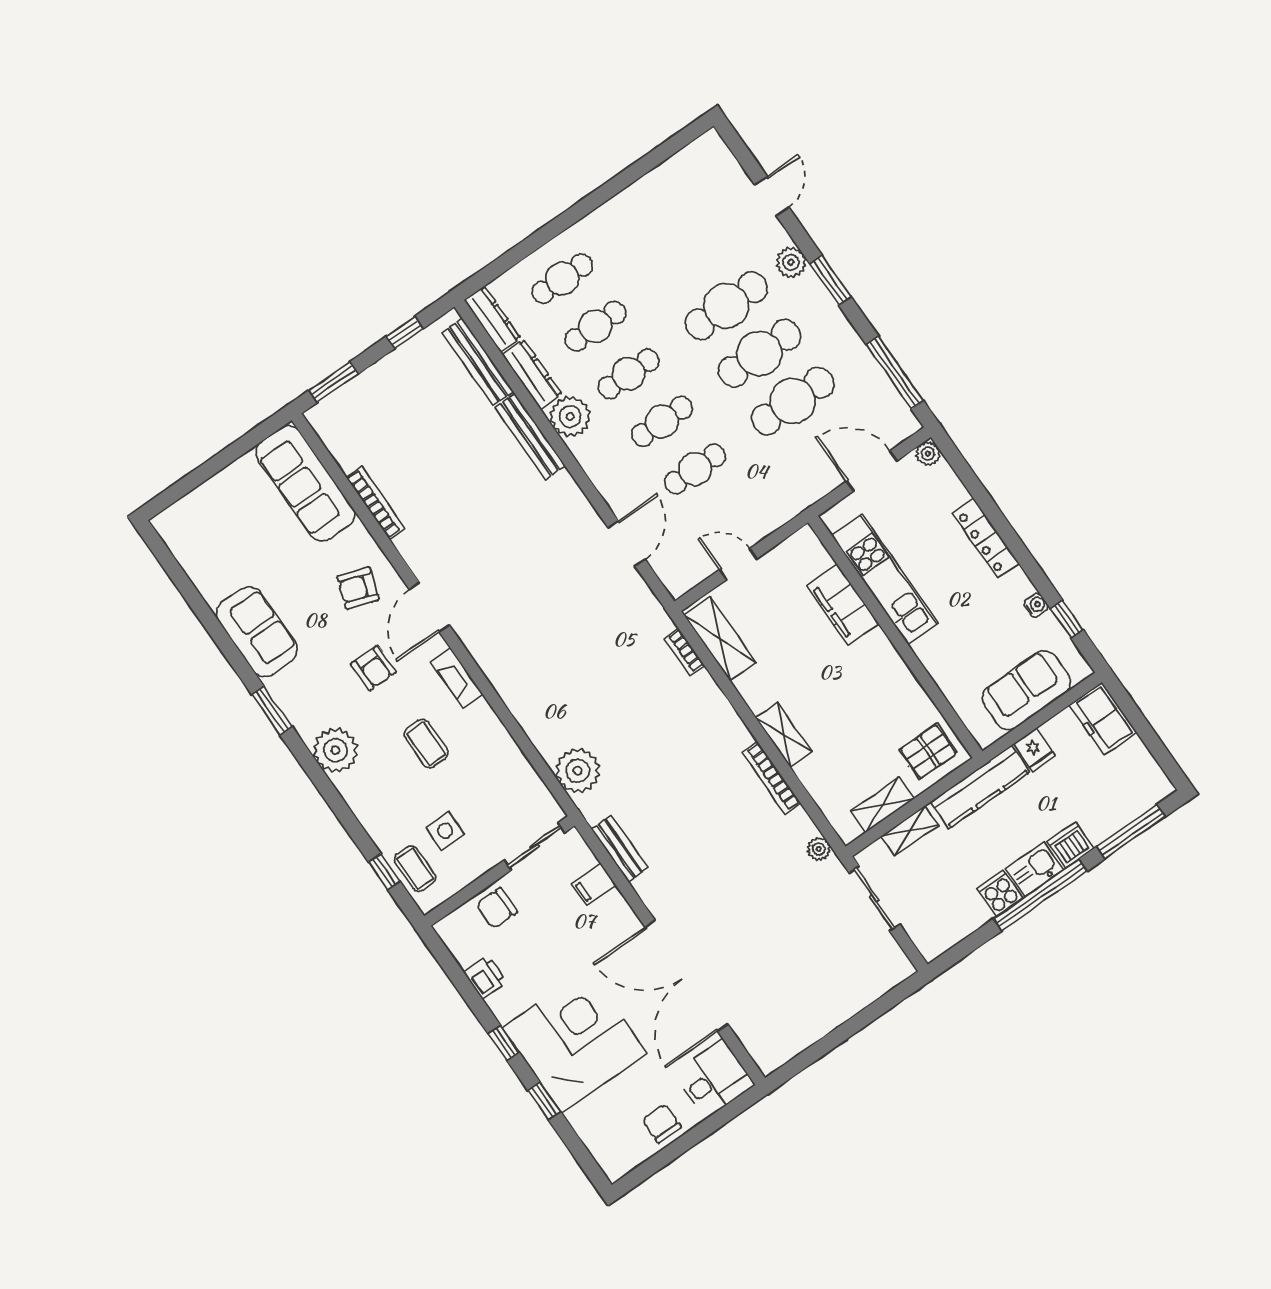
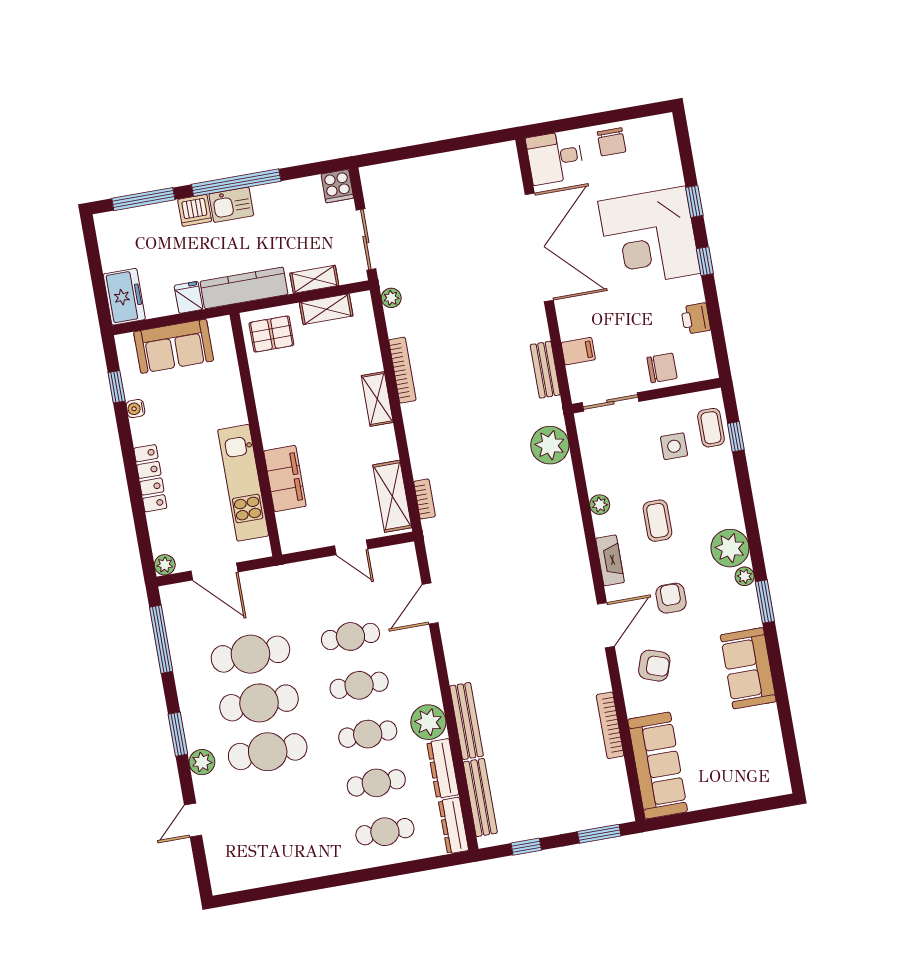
plant: (306, 727) -> (745, 576), added
plant: (495, 732) -> (600, 505), added
cooker: (1000, 893) -> (337, 186), moved

